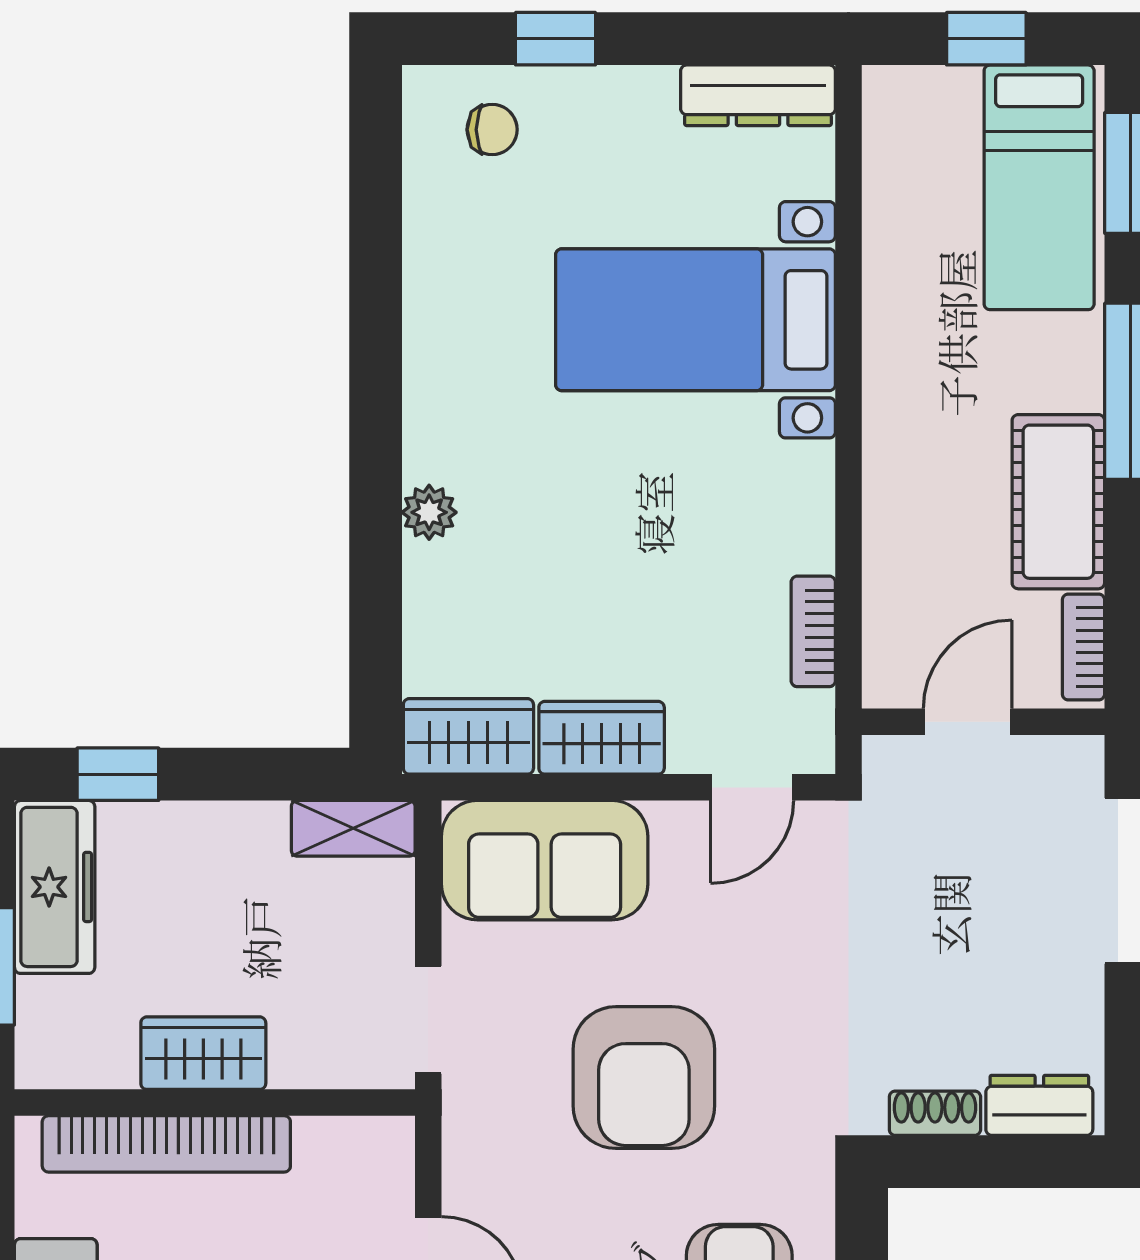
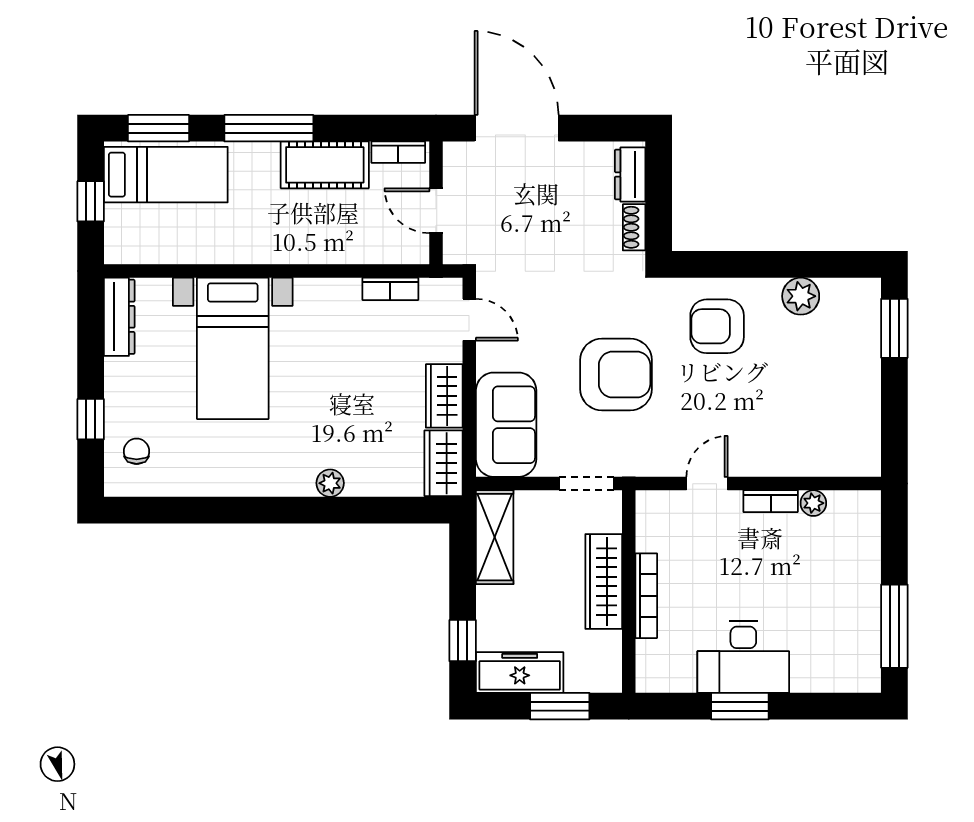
shelving: (353, 828) -> (495, 537), width x1.50, depth x1.33
wardrobe: (203, 1053) -> (604, 582), width x1.50
bookcase: (166, 1144) -> (646, 596), width x0.68, depth x0.76

